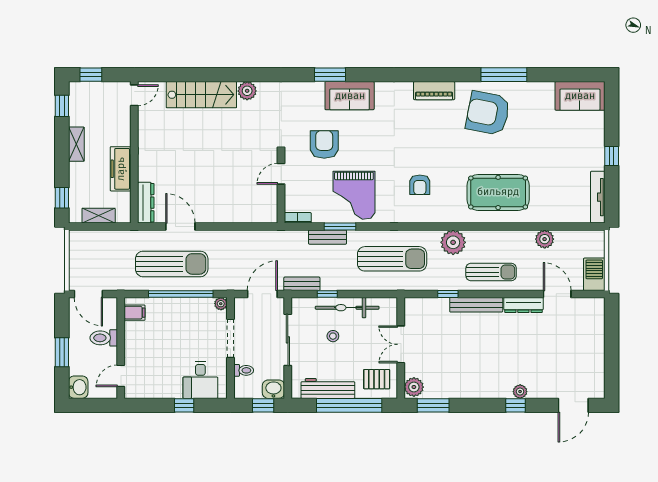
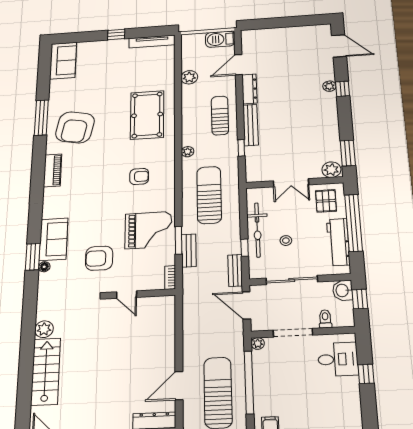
floor lamp: (318, 87) -> (44, 267), added
plant: (453, 242) -> (188, 152), width x0.53, depth x0.53

